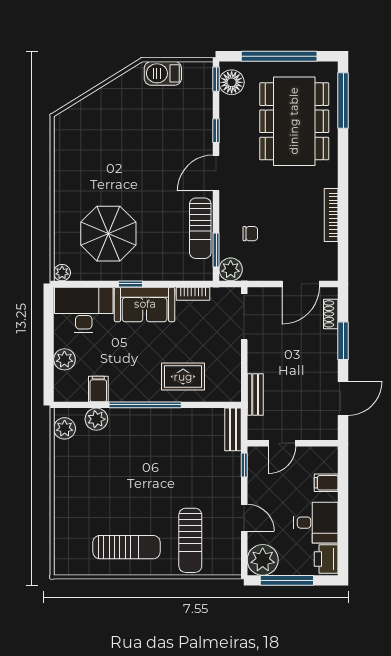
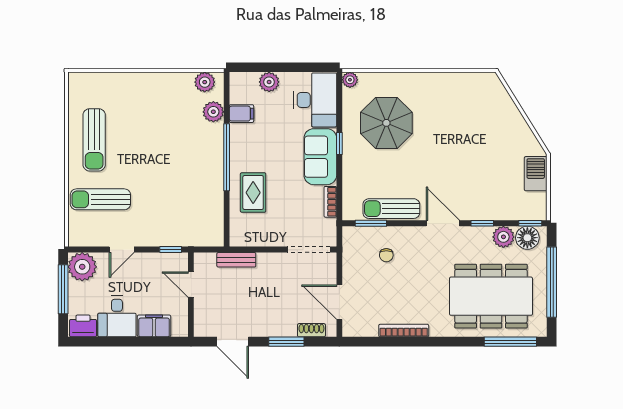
plant: (231, 269) -> (503, 237), moved
bench: (233, 429) -> (204, 239), removed
filing cabinet: (326, 483) -> (154, 326), width x2.00

